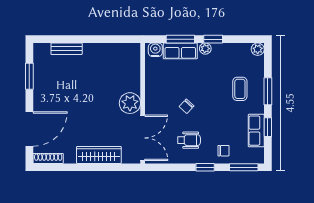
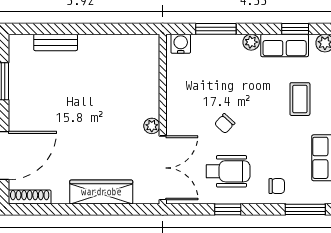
window: (213, 39) -> (295, 29), moved
row of seats: (180, 51) -> (285, 45), moved
plant: (130, 103) -> (152, 126), width x0.53, depth x0.53
wheelchair: (189, 140) -> (228, 171), width x1.36, depth x1.37
window: (205, 167) -> (228, 209), moved

